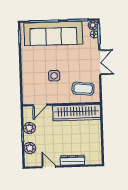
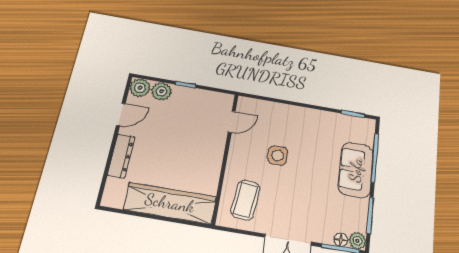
sofa: (53, 33) -> (356, 170), width x0.54, depth x0.79
door: (40, 105) -> (232, 122), swing flipped
wardrobe: (77, 113) -> (170, 203), moved, turned 90
plant: (29, 128) -> (140, 88), moved

